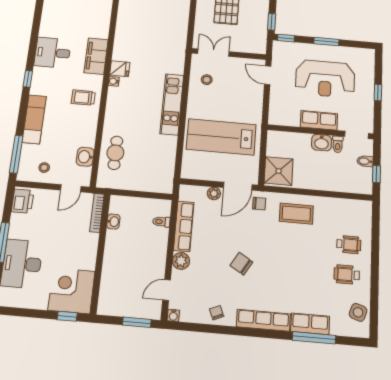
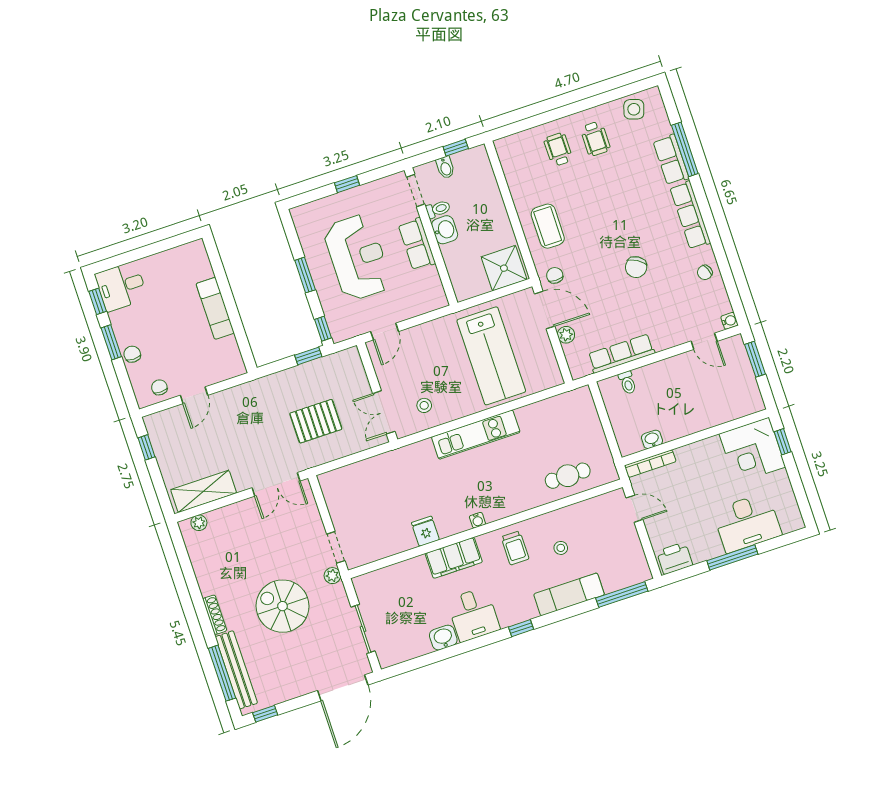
fridge: (120, 69) -> (425, 531), moved
washbasin: (85, 157) -> (443, 638), moved, turned 180
stool: (44, 168) -> (561, 548), moved
plant: (181, 261) -> (664, 339), removed

